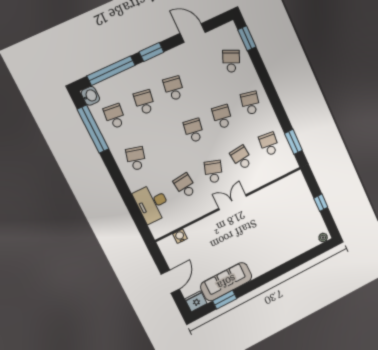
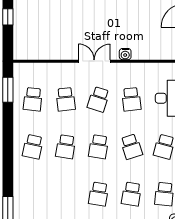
school desk: (231, 61) -> (131, 147), moved, turned -42
double door: (233, 202) -> (94, 61), swing flipped
water cooler: (180, 236) -> (125, 54), moved

